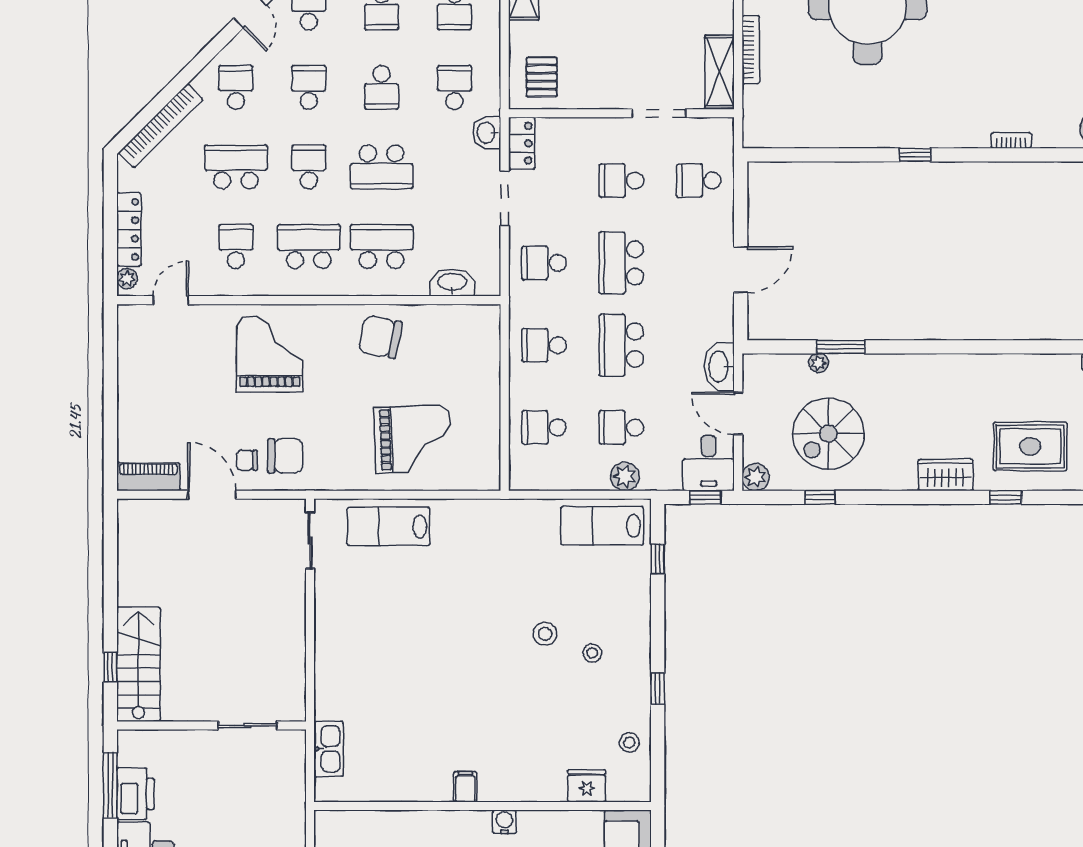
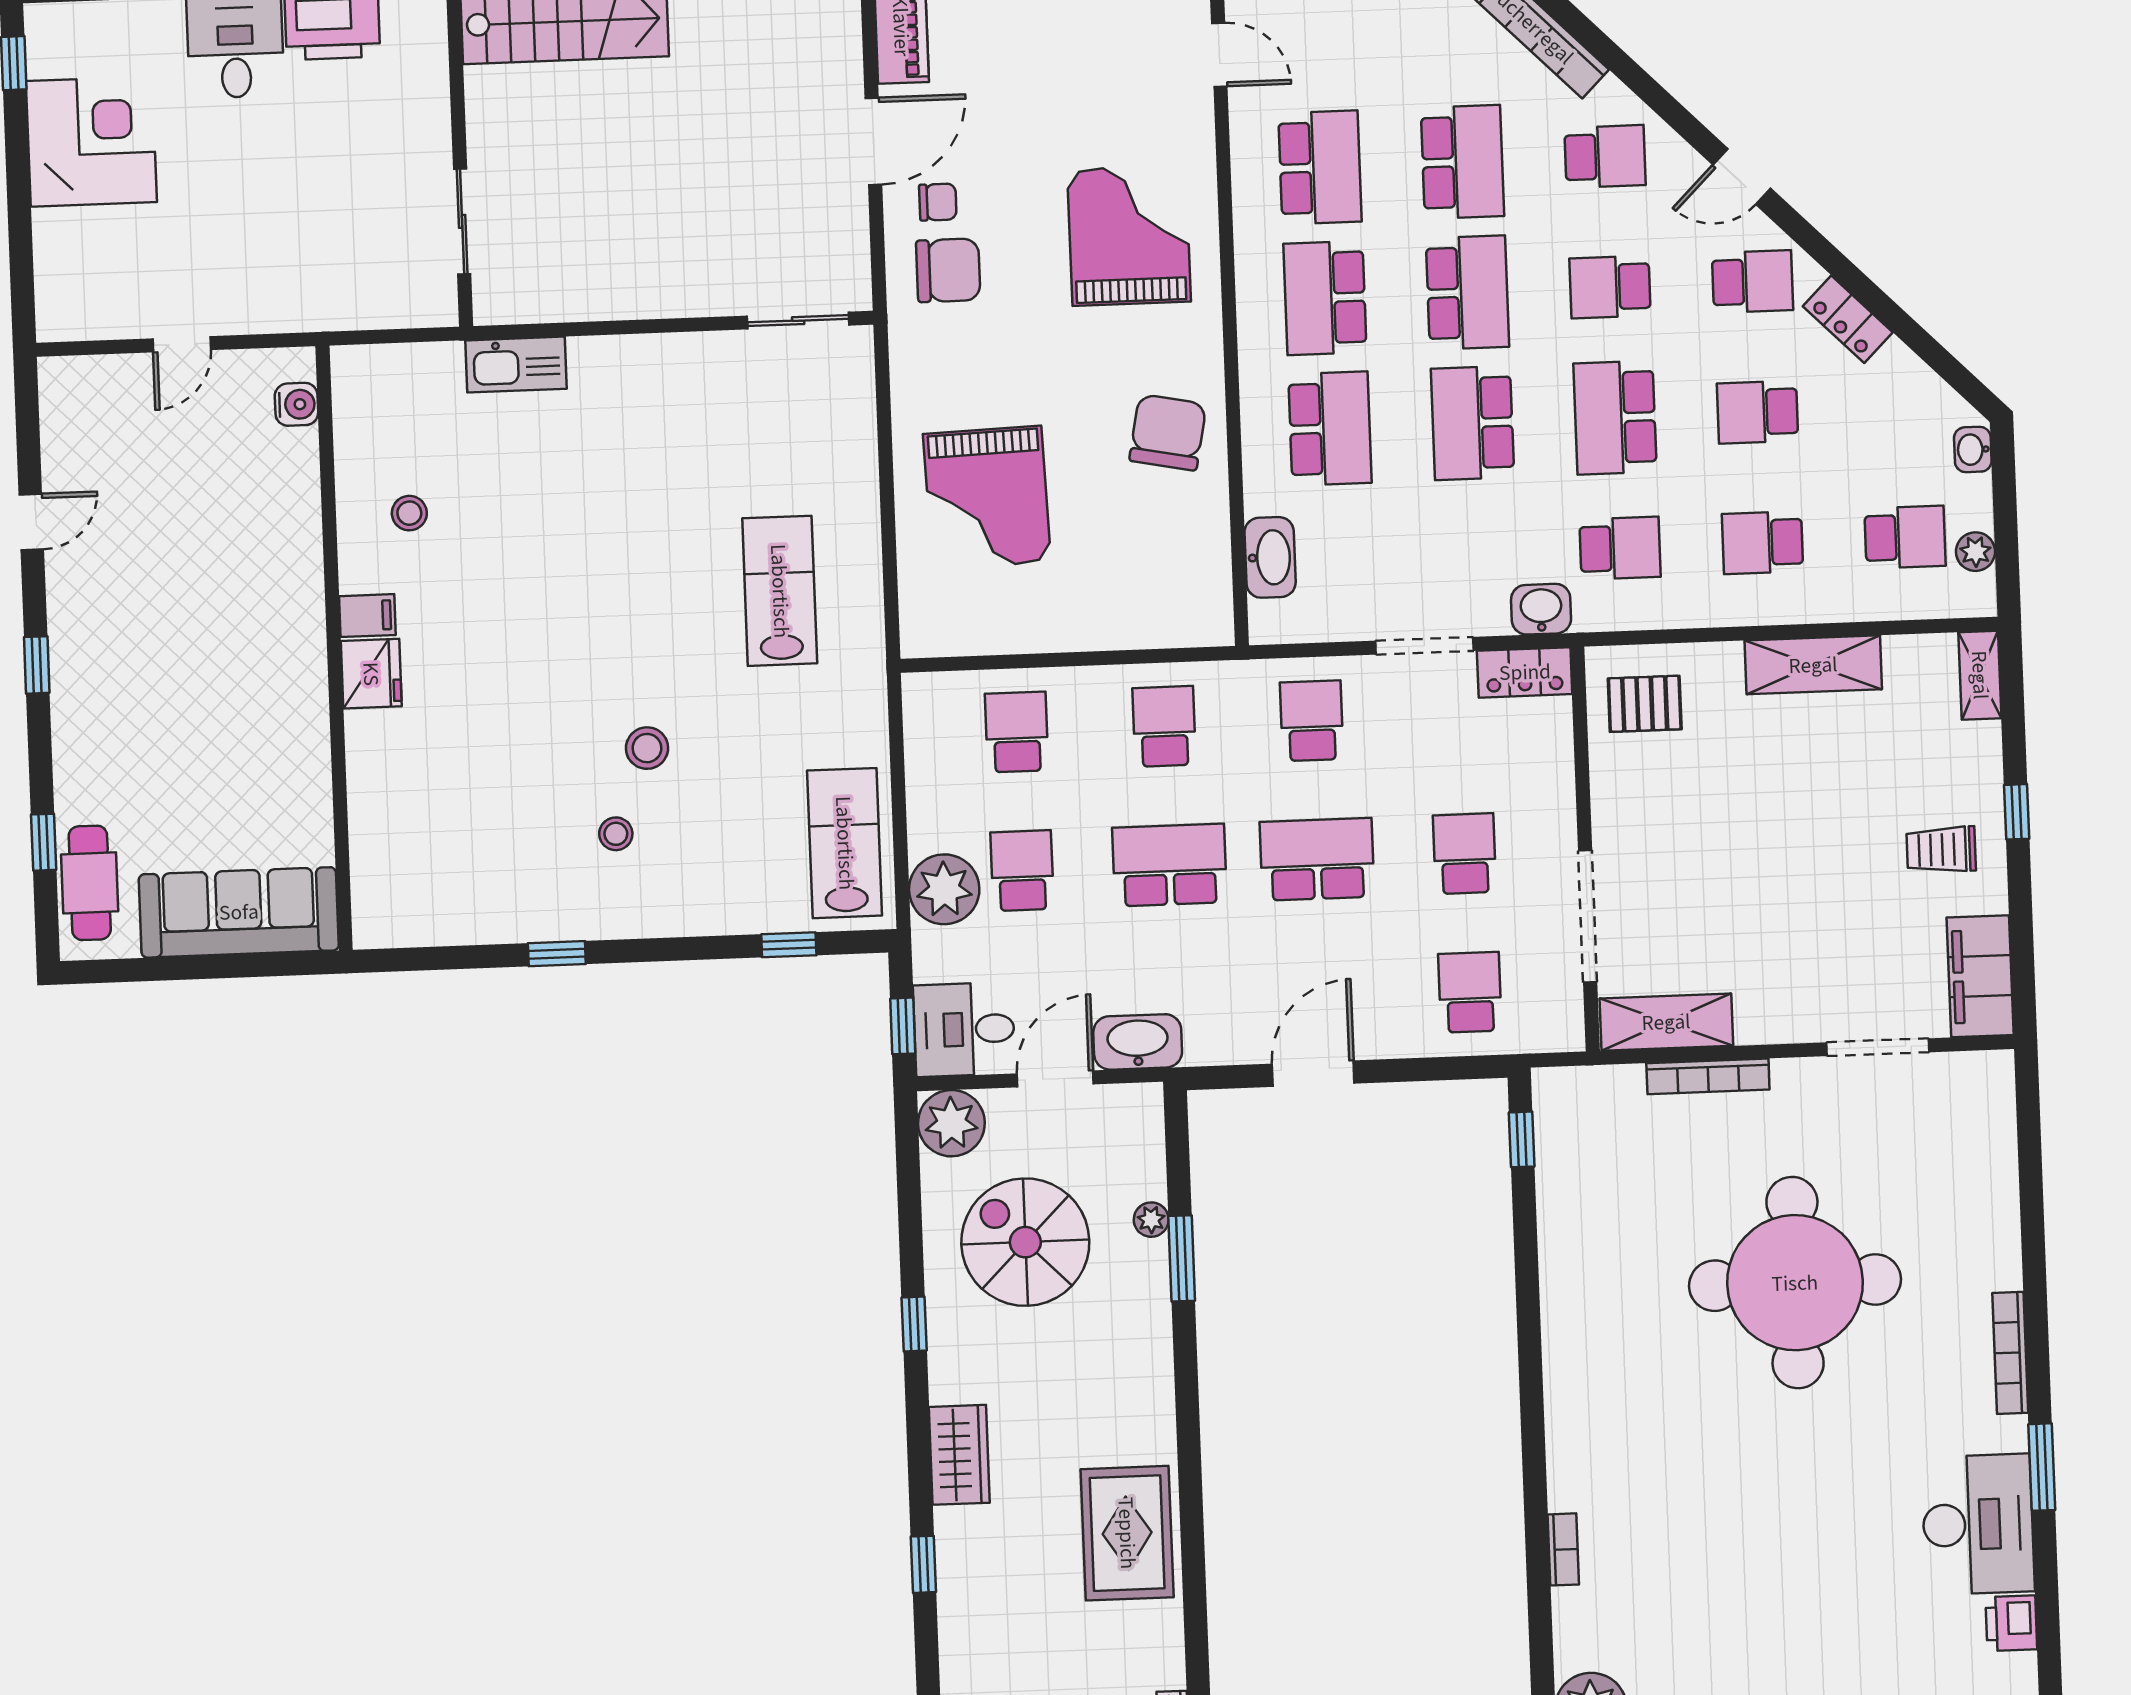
school desk: (309, 87) -> (1610, 287), turned 180
school desk: (382, 87) -> (1615, 418), width x1.85
doorway: (659, 113) -> (1588, 916), width x1.36
window: (915, 155) -> (1522, 1139), moved
school desk: (309, 167) -> (1467, 292), width x1.85
school desk: (236, 246) -> (1320, 167), width x1.85
school desk: (309, 246) -> (1325, 298), turned 180
door: (741, 270) -> (1313, 1074), swing flipped
grand piano: (270, 354) -> (1129, 235), turned -90
rug: (1030, 446) -> (1127, 1533), moved
chair: (285, 456) -> (948, 270), turned -90
chair: (247, 460) -> (938, 202), turned 90
plant: (625, 476) -> (944, 889), width x1.36, depth x1.36
plant: (756, 477) -> (951, 1123), width x1.36, depth x1.36
window: (820, 497) -> (914, 1324), moved
lab bench: (388, 526) -> (780, 591), moved
stool: (629, 743) -> (409, 513), moved
kitchen sink: (329, 749) -> (516, 365), moved
fridge: (587, 786) -> (371, 674), moved
water cooler: (504, 822) -> (296, 404), moved

